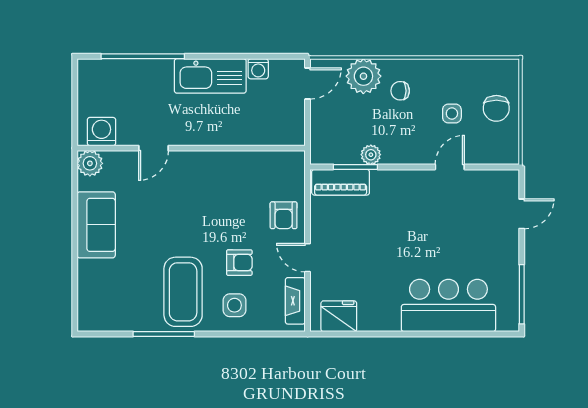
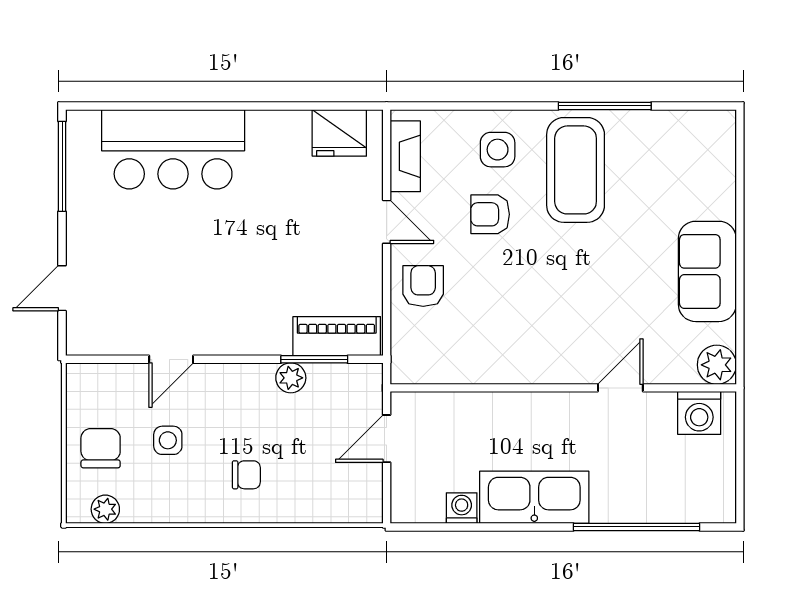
plant: (363, 76) -> (105, 509), moved, width x0.53, depth x0.53
door: (308, 83) -> (387, 439), moved

